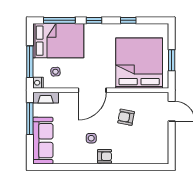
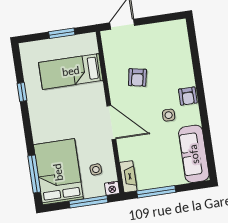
window: (94, 20) -> (28, 133), removed
bed: (139, 63) -> (71, 71), width x0.49
sofa: (43, 141) -> (194, 154), moved, turned -90
armchair: (105, 156) -> (188, 96), turned 180

